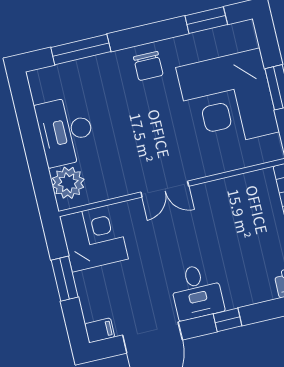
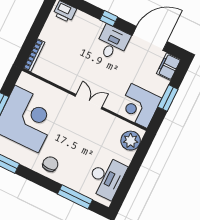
desk: (66, 131) -> (107, 177), moved
filing cabinet: (100, 330) -> (169, 67), width x2.00

